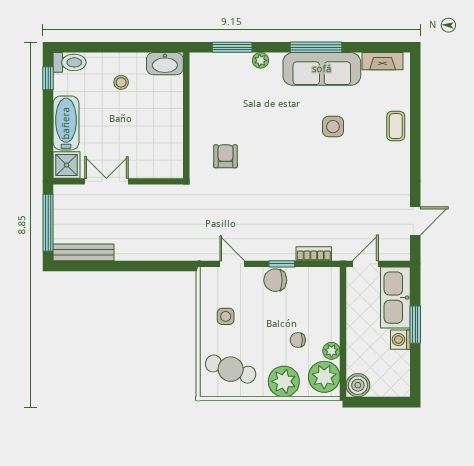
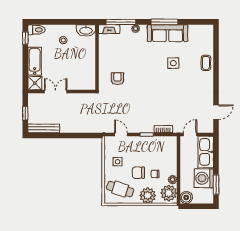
window: (232, 47) -> (121, 22), width x1.44
fireplace: (383, 61) -> (109, 29), moved
window: (48, 223) -> (25, 113), width x0.46
chair: (275, 280) -> (138, 173), moved
window: (415, 325) -> (216, 185), moved
washing machine: (400, 340) -> (204, 178), width x1.89, depth x1.89

